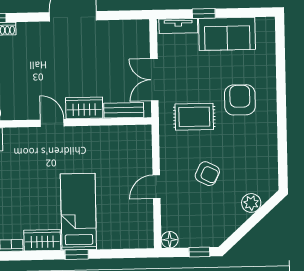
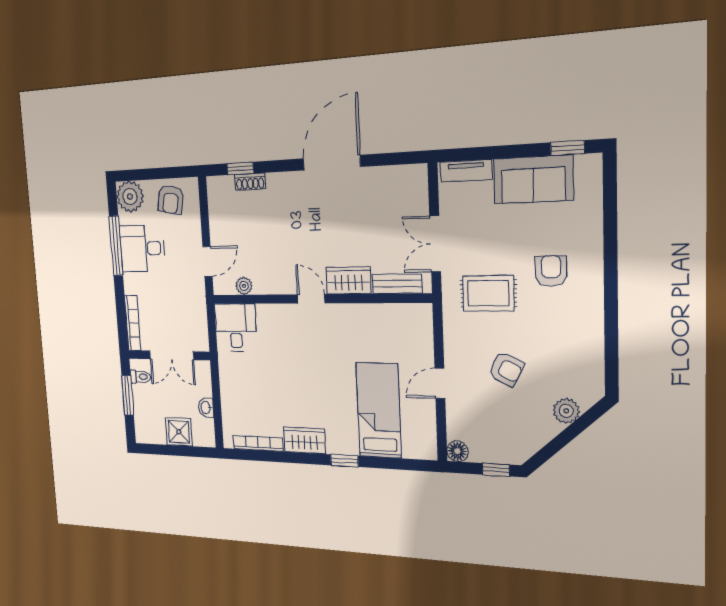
window: (204, 14) -> (567, 148), moved
armchair: (240, 100) -> (551, 271), width x0.72, depth x0.72
bed: (78, 212) -> (379, 410), moved

